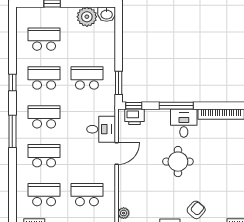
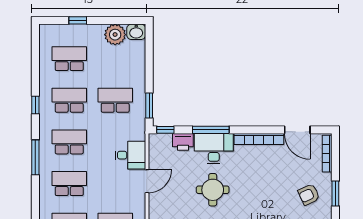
printer: (135, 117) -> (183, 142), moved
desk: (184, 123) -> (214, 149), width x1.37

